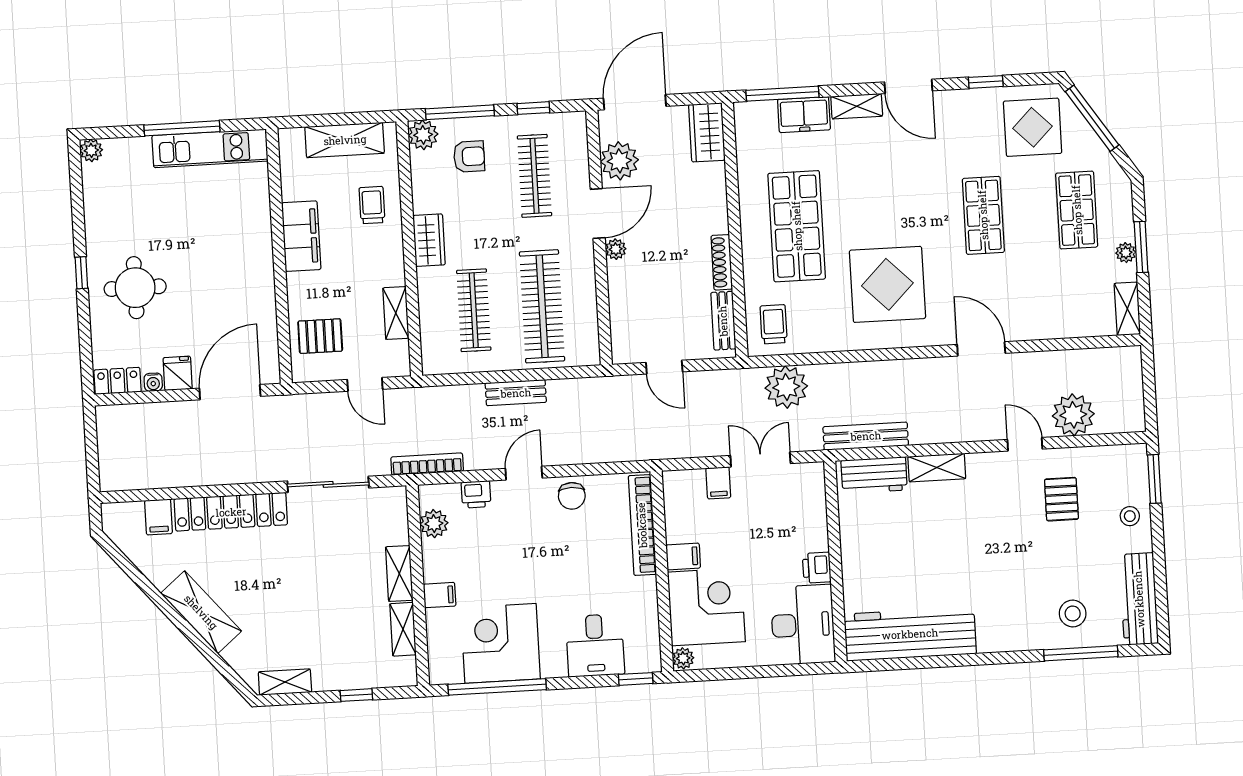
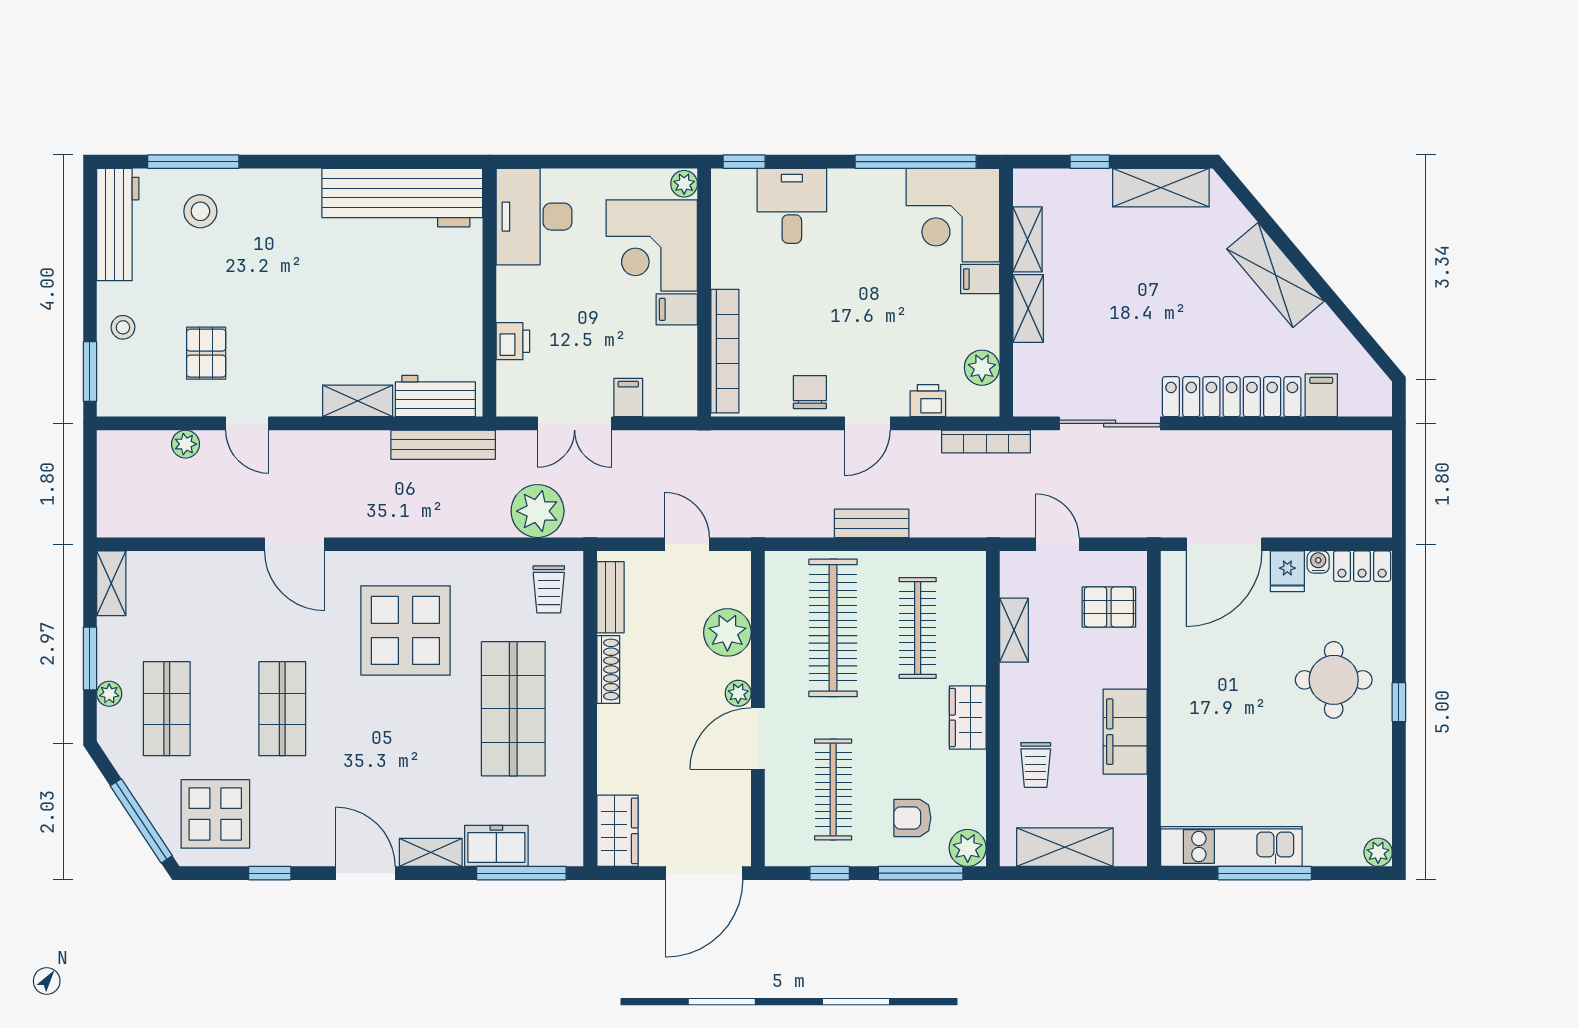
plant: (619, 161) -> (727, 632), moved
plant: (1126, 253) -> (109, 694), moved
plant: (1073, 415) -> (186, 444), width x0.53, depth x0.53
printer: (817, 568) -> (513, 341), moved
corner desk: (501, 643) -> (953, 215), moved, turned 90
shelving: (285, 682) -> (1161, 188), width x1.50, depth x1.33

